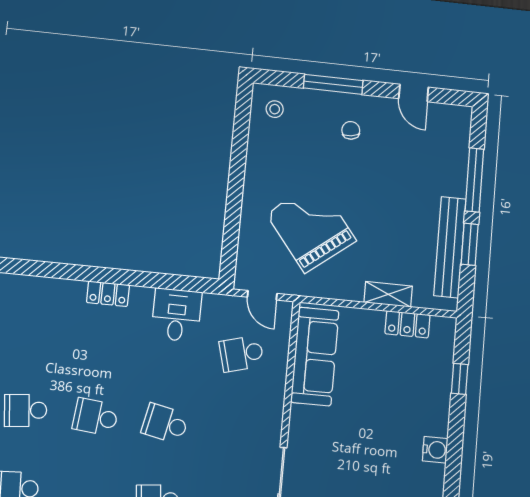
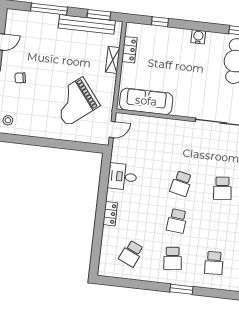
window: (470, 244) -> (99, 15), moved
school desk: (242, 354) -> (131, 254), moved, turned 39

